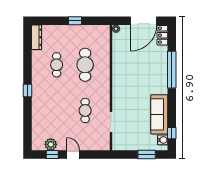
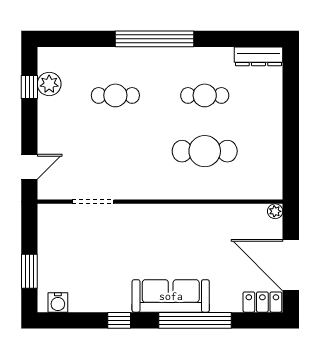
window: (75, 21) -> (291, 131), removed
window: (28, 90) -> (155, 39), width x3.17
cafe table: (85, 110) -> (115, 95), moved
sofa: (159, 114) -> (171, 296), moved
window: (172, 133) -> (119, 320), moved
door: (73, 155) -> (29, 167), moved

